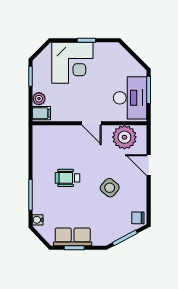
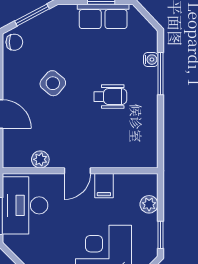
filing cabinet: (41, 113) -> (104, 186), moved, turned -90
door: (92, 123) -> (77, 171), swing flipped
plant: (124, 137) -> (40, 159), width x0.53, depth x0.53
water cooler: (38, 220) -> (151, 60), moved

